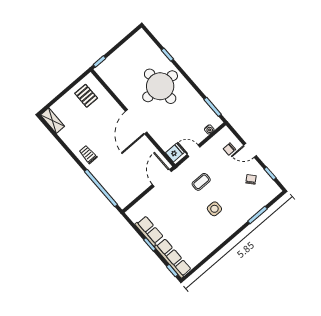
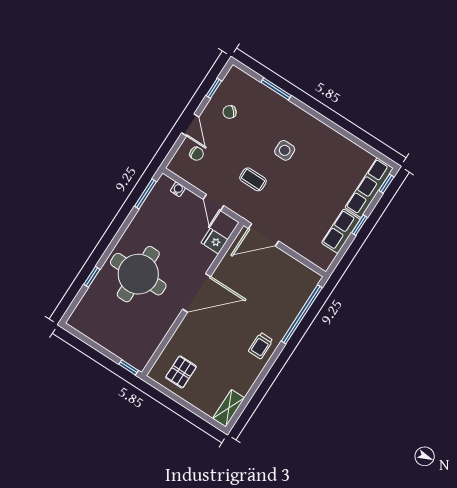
fridge: (175, 153) -> (214, 241), moved

